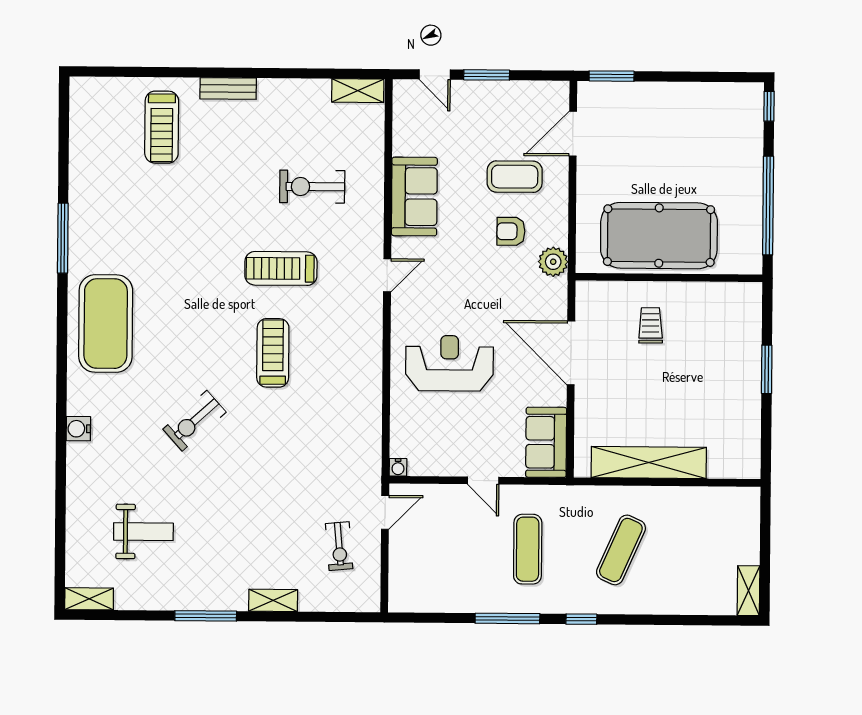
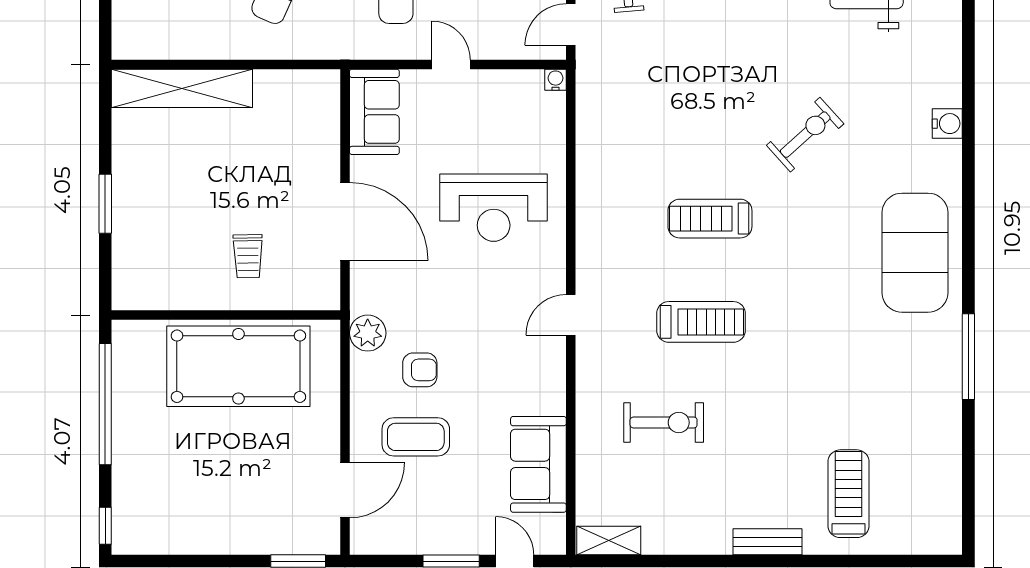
sofa: (414, 197) -> (538, 464), moved
treadmill: (273, 353) -> (710, 219), turned 90
shelving: (649, 462) -> (182, 88), moved

